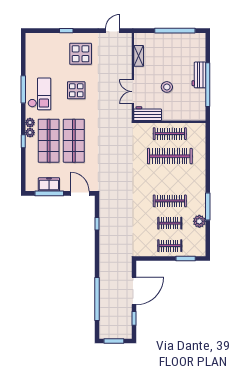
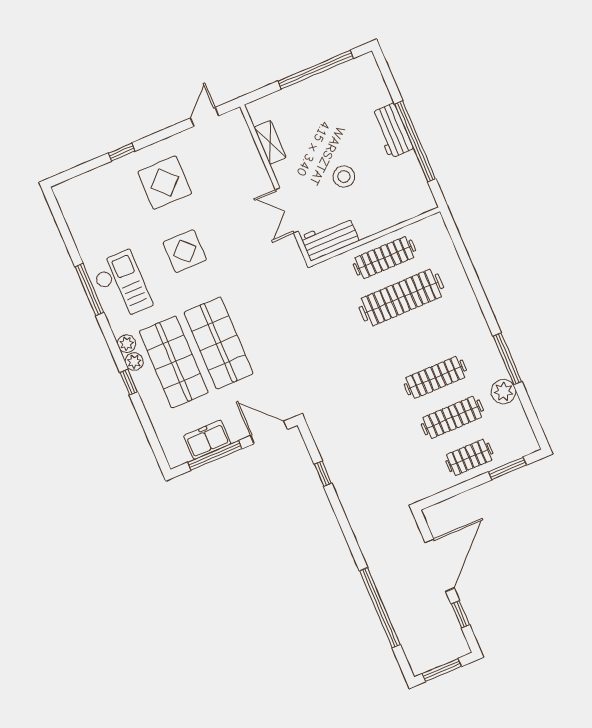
clothes rail: (170, 223) -> (452, 417), width x1.36

